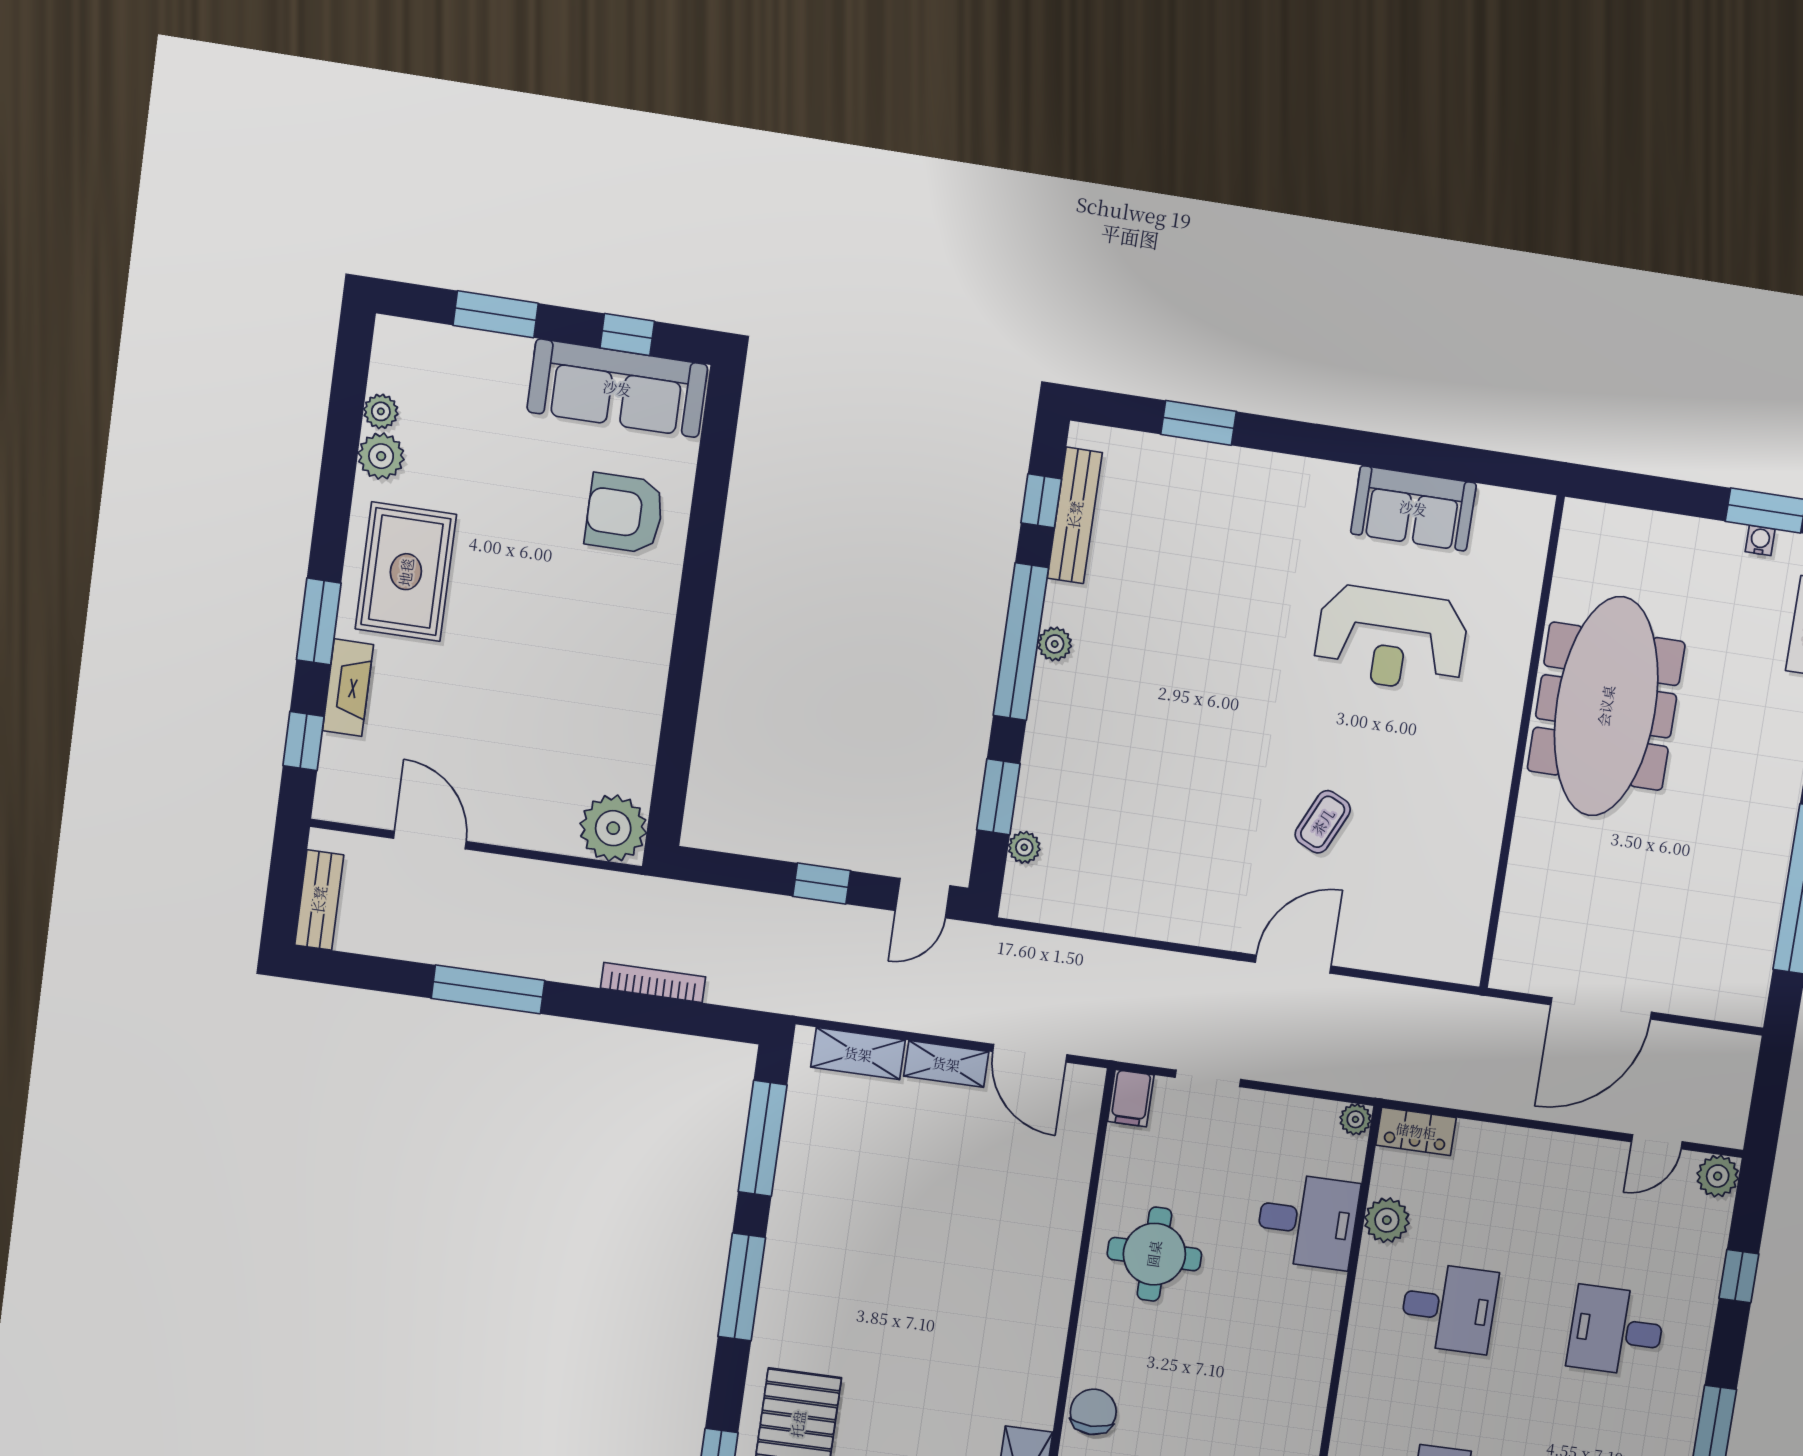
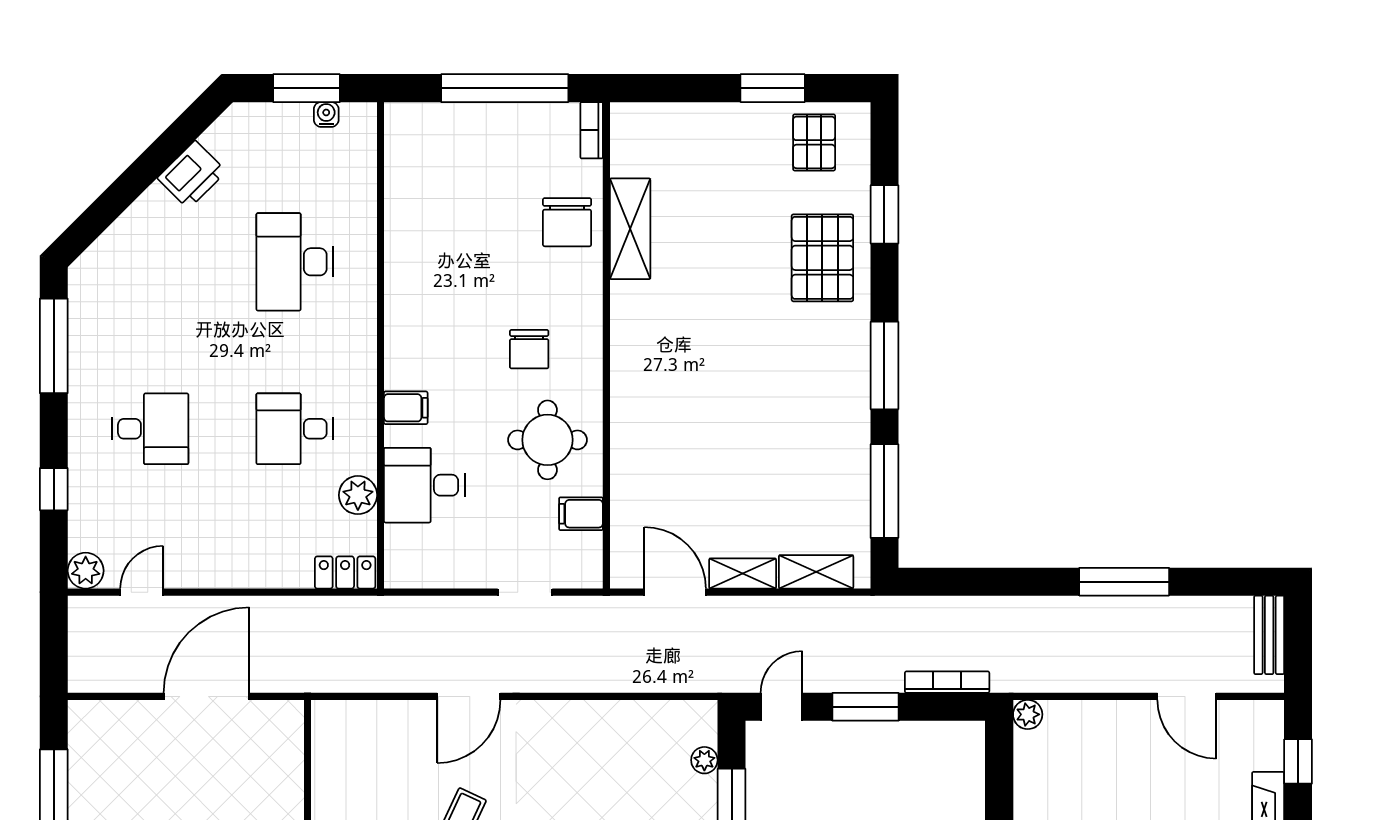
plant: (613, 828) -> (1028, 714), width x0.53, depth x0.53
window: (822, 884) -> (866, 707), width x1.50
bookcase: (653, 983) -> (947, 682), moved, turned 180
filing cabinet: (1131, 1098) -> (581, 514), moved, turned -90
plant: (1355, 1119) -> (397, 575), removed
filing cabinet: (1315, 1315) -> (406, 408), added
chair: (1093, 1412) -> (529, 349), moved

